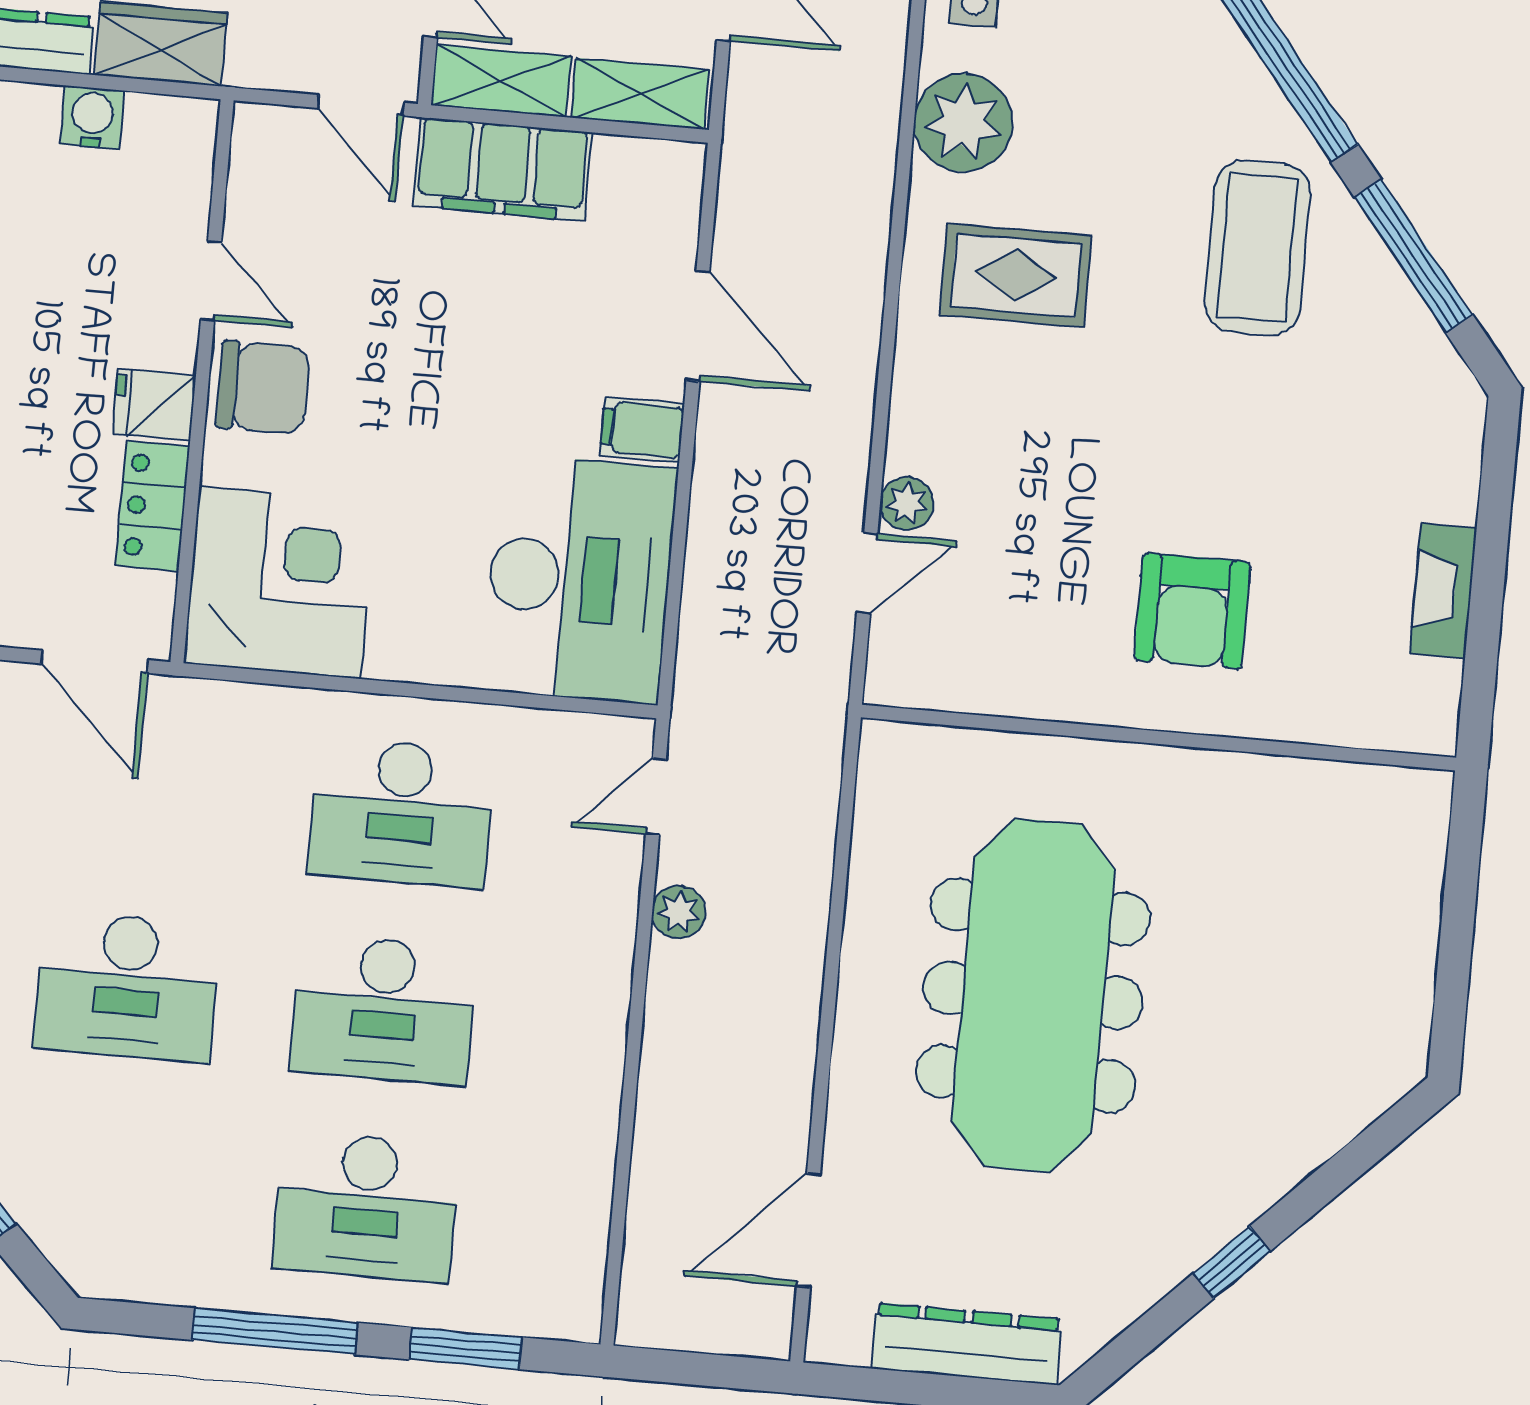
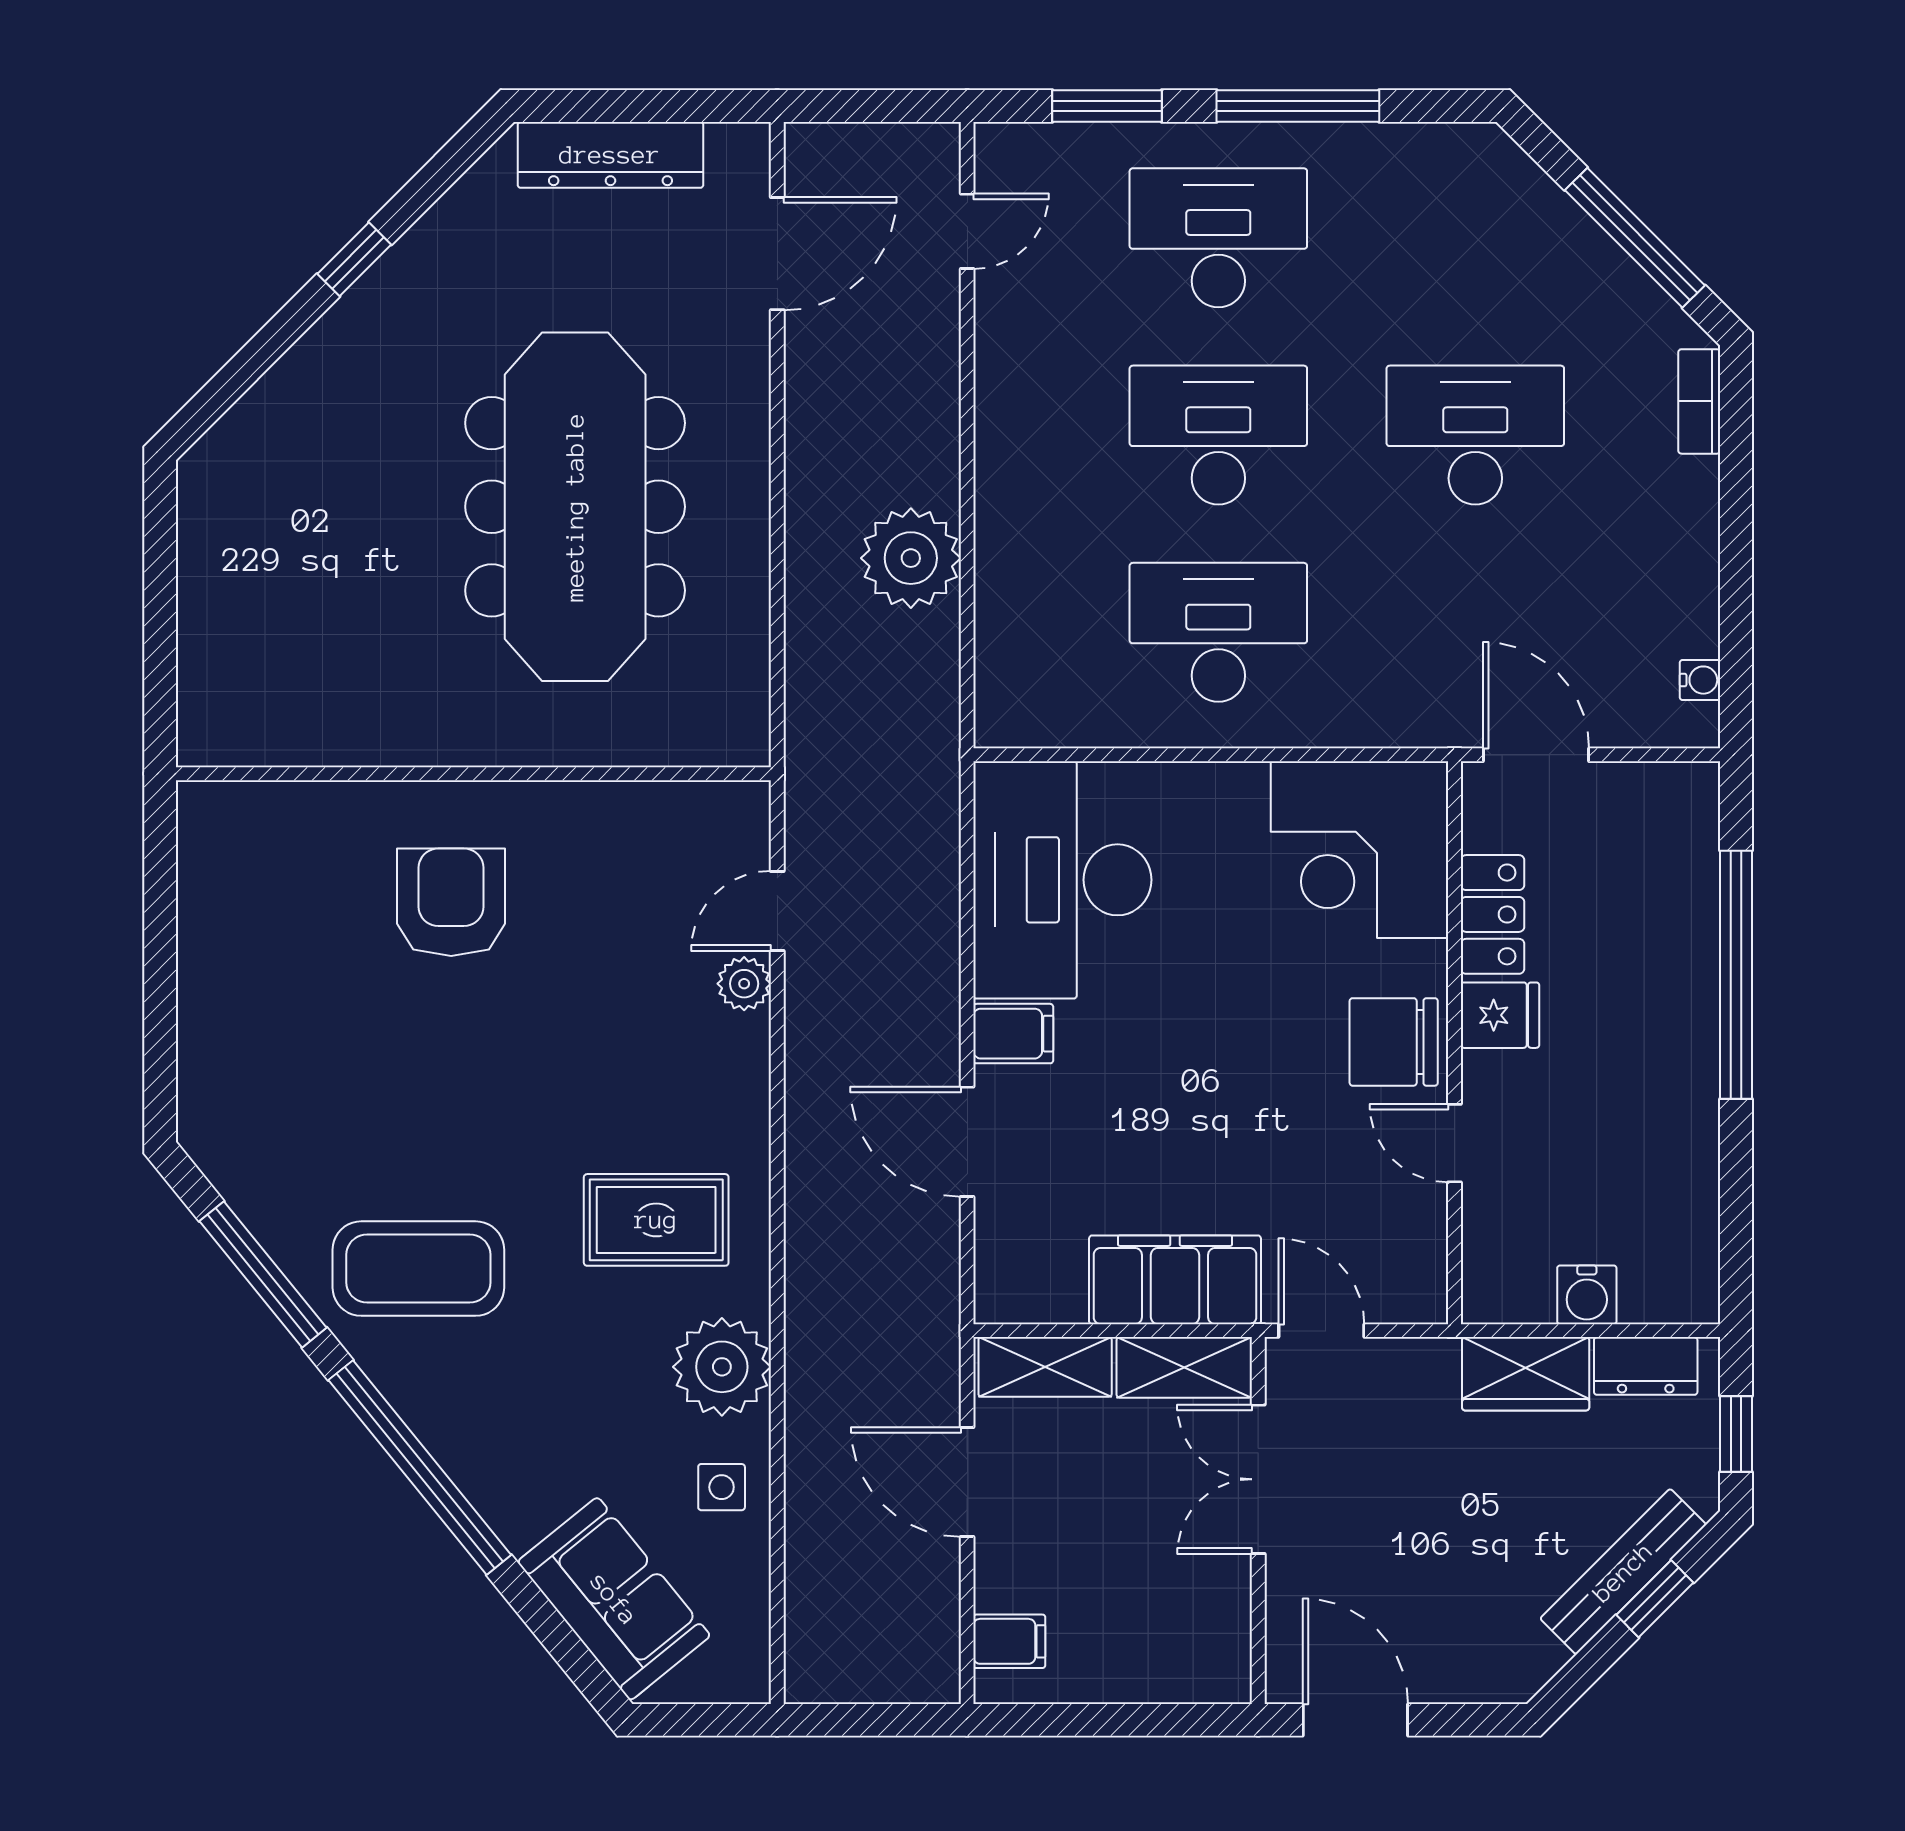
coffee table: (1258, 248) -> (418, 1269), turned 90
fireplace: (1443, 591) -> (204, 945), removed
door: (656, 797) -> (967, 231), moved
plant: (679, 912) -> (911, 558), width x1.88, depth x1.88

